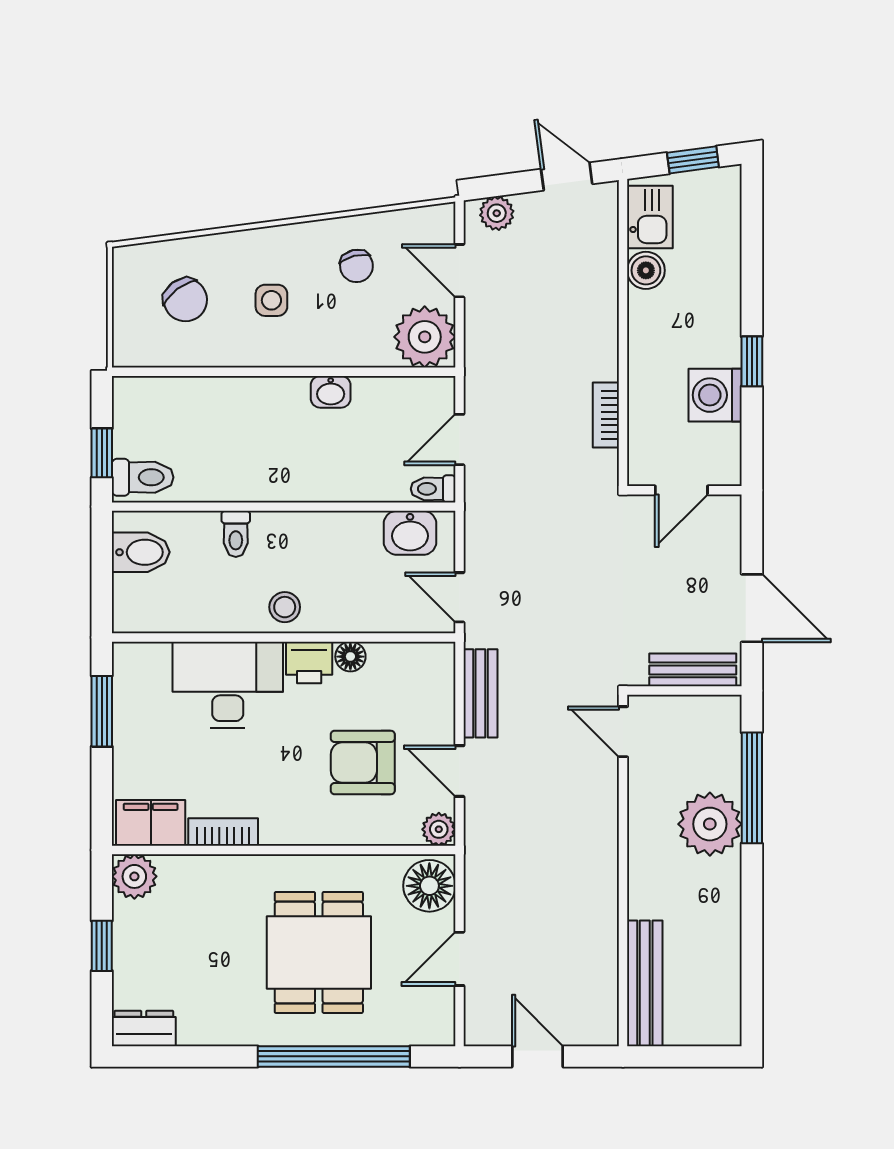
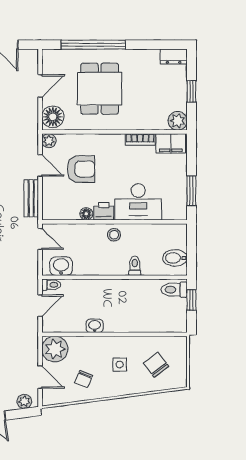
chair: (356, 266) -> (84, 379), turned -143

